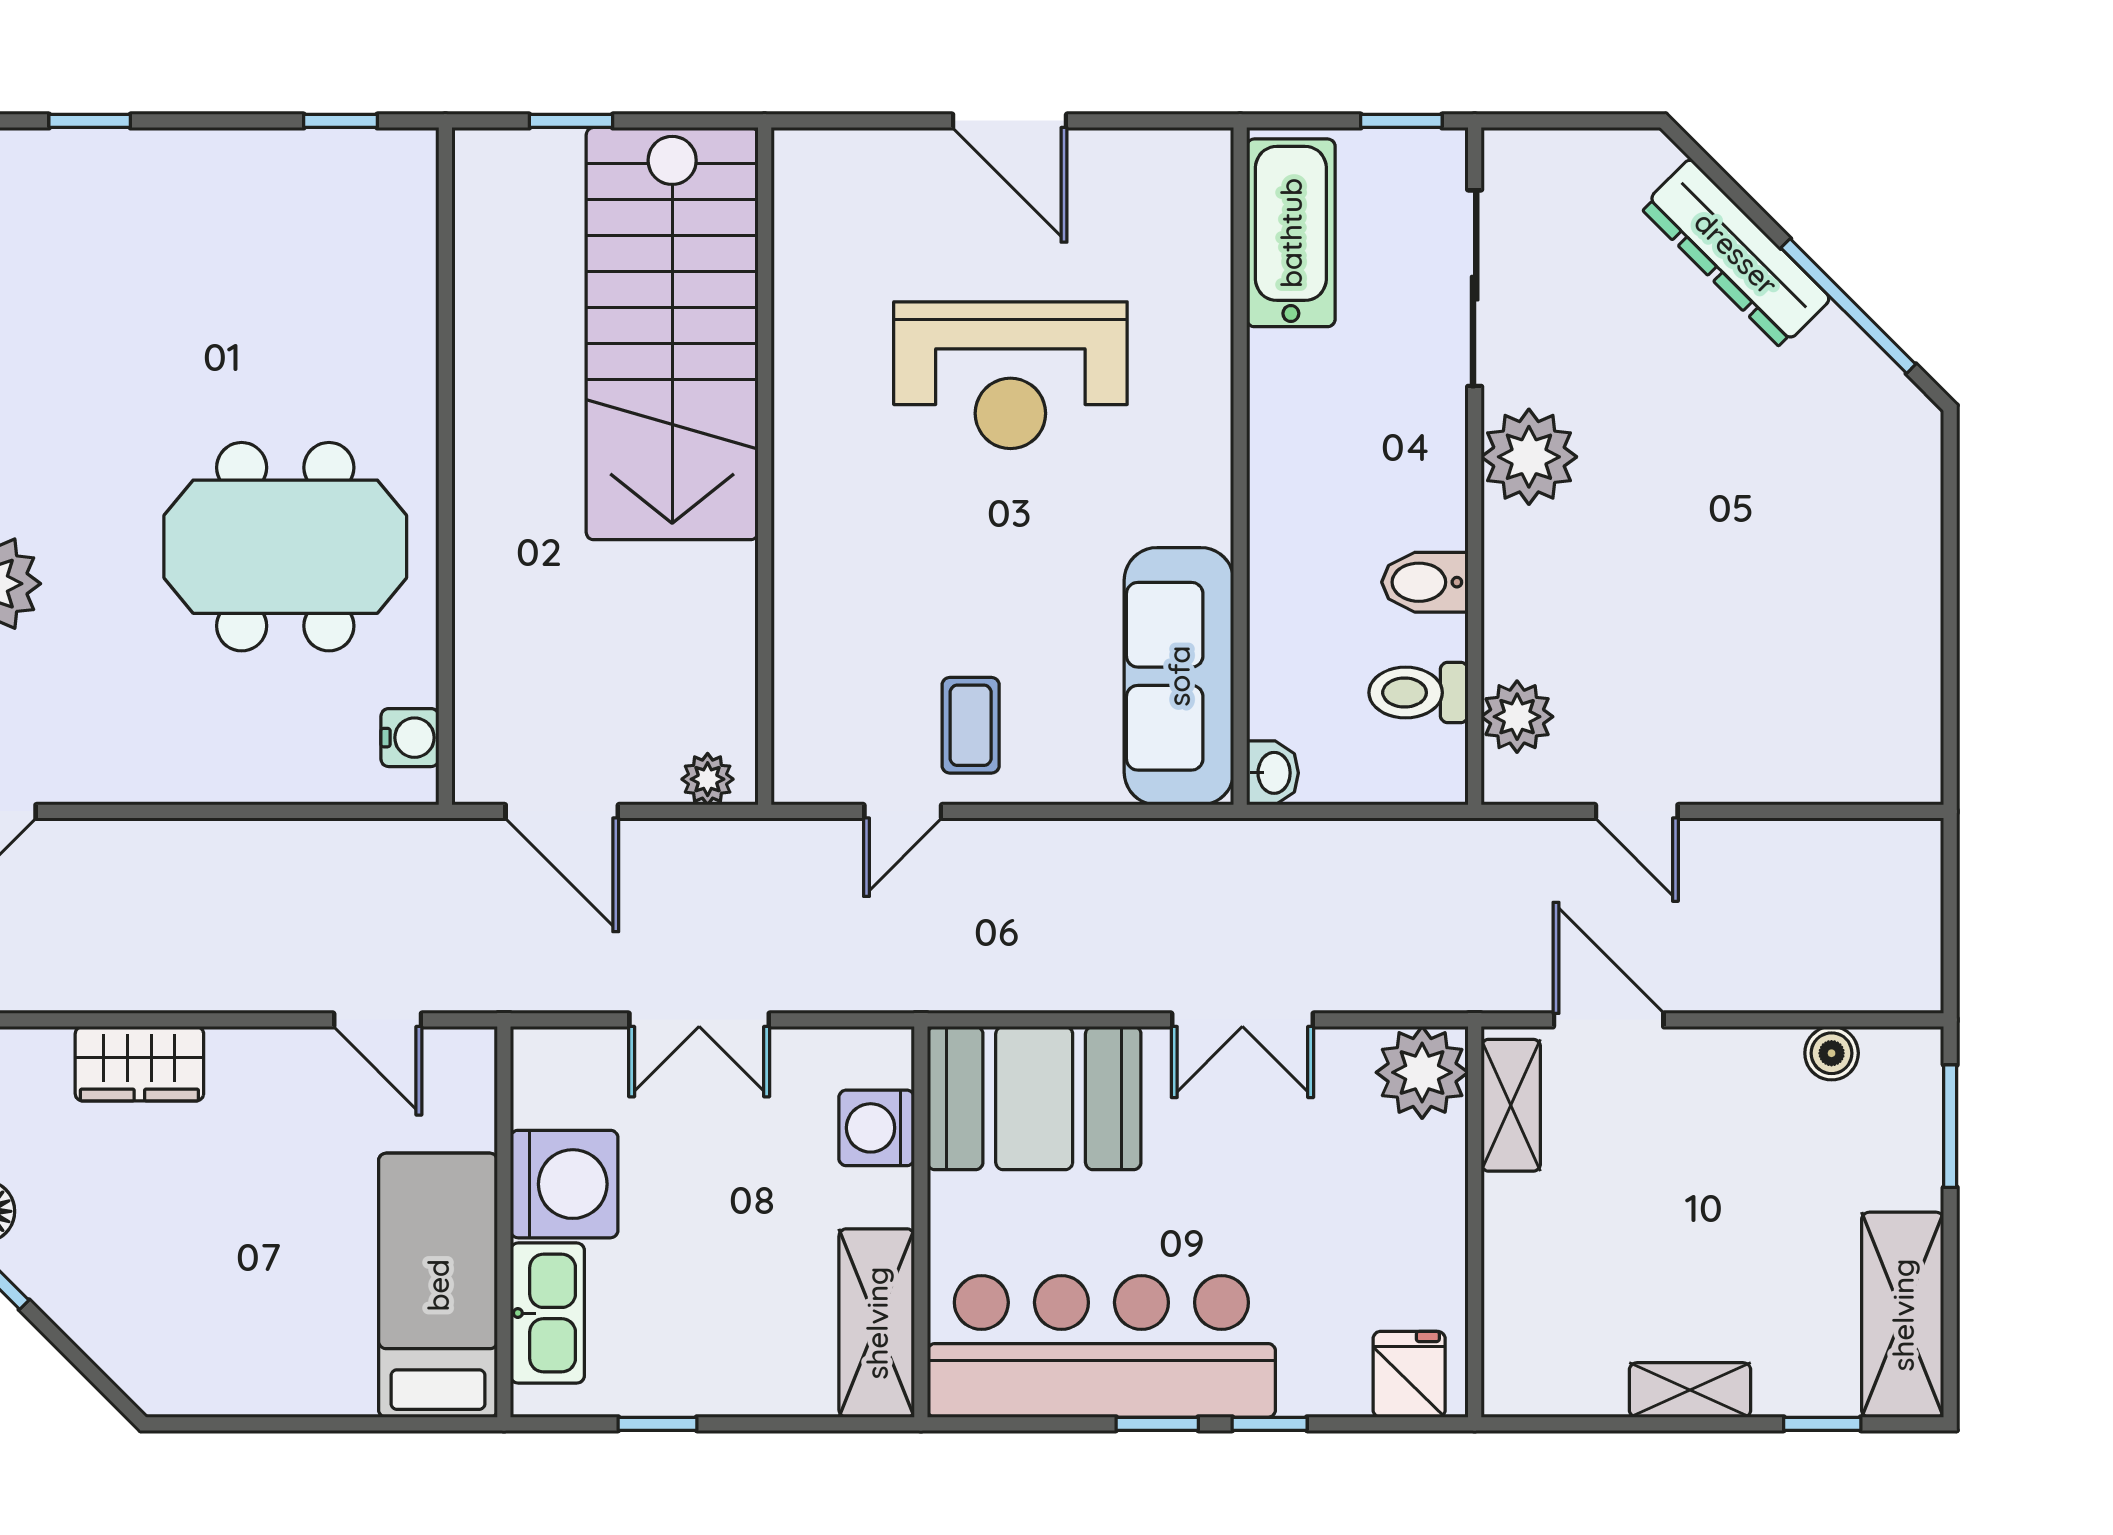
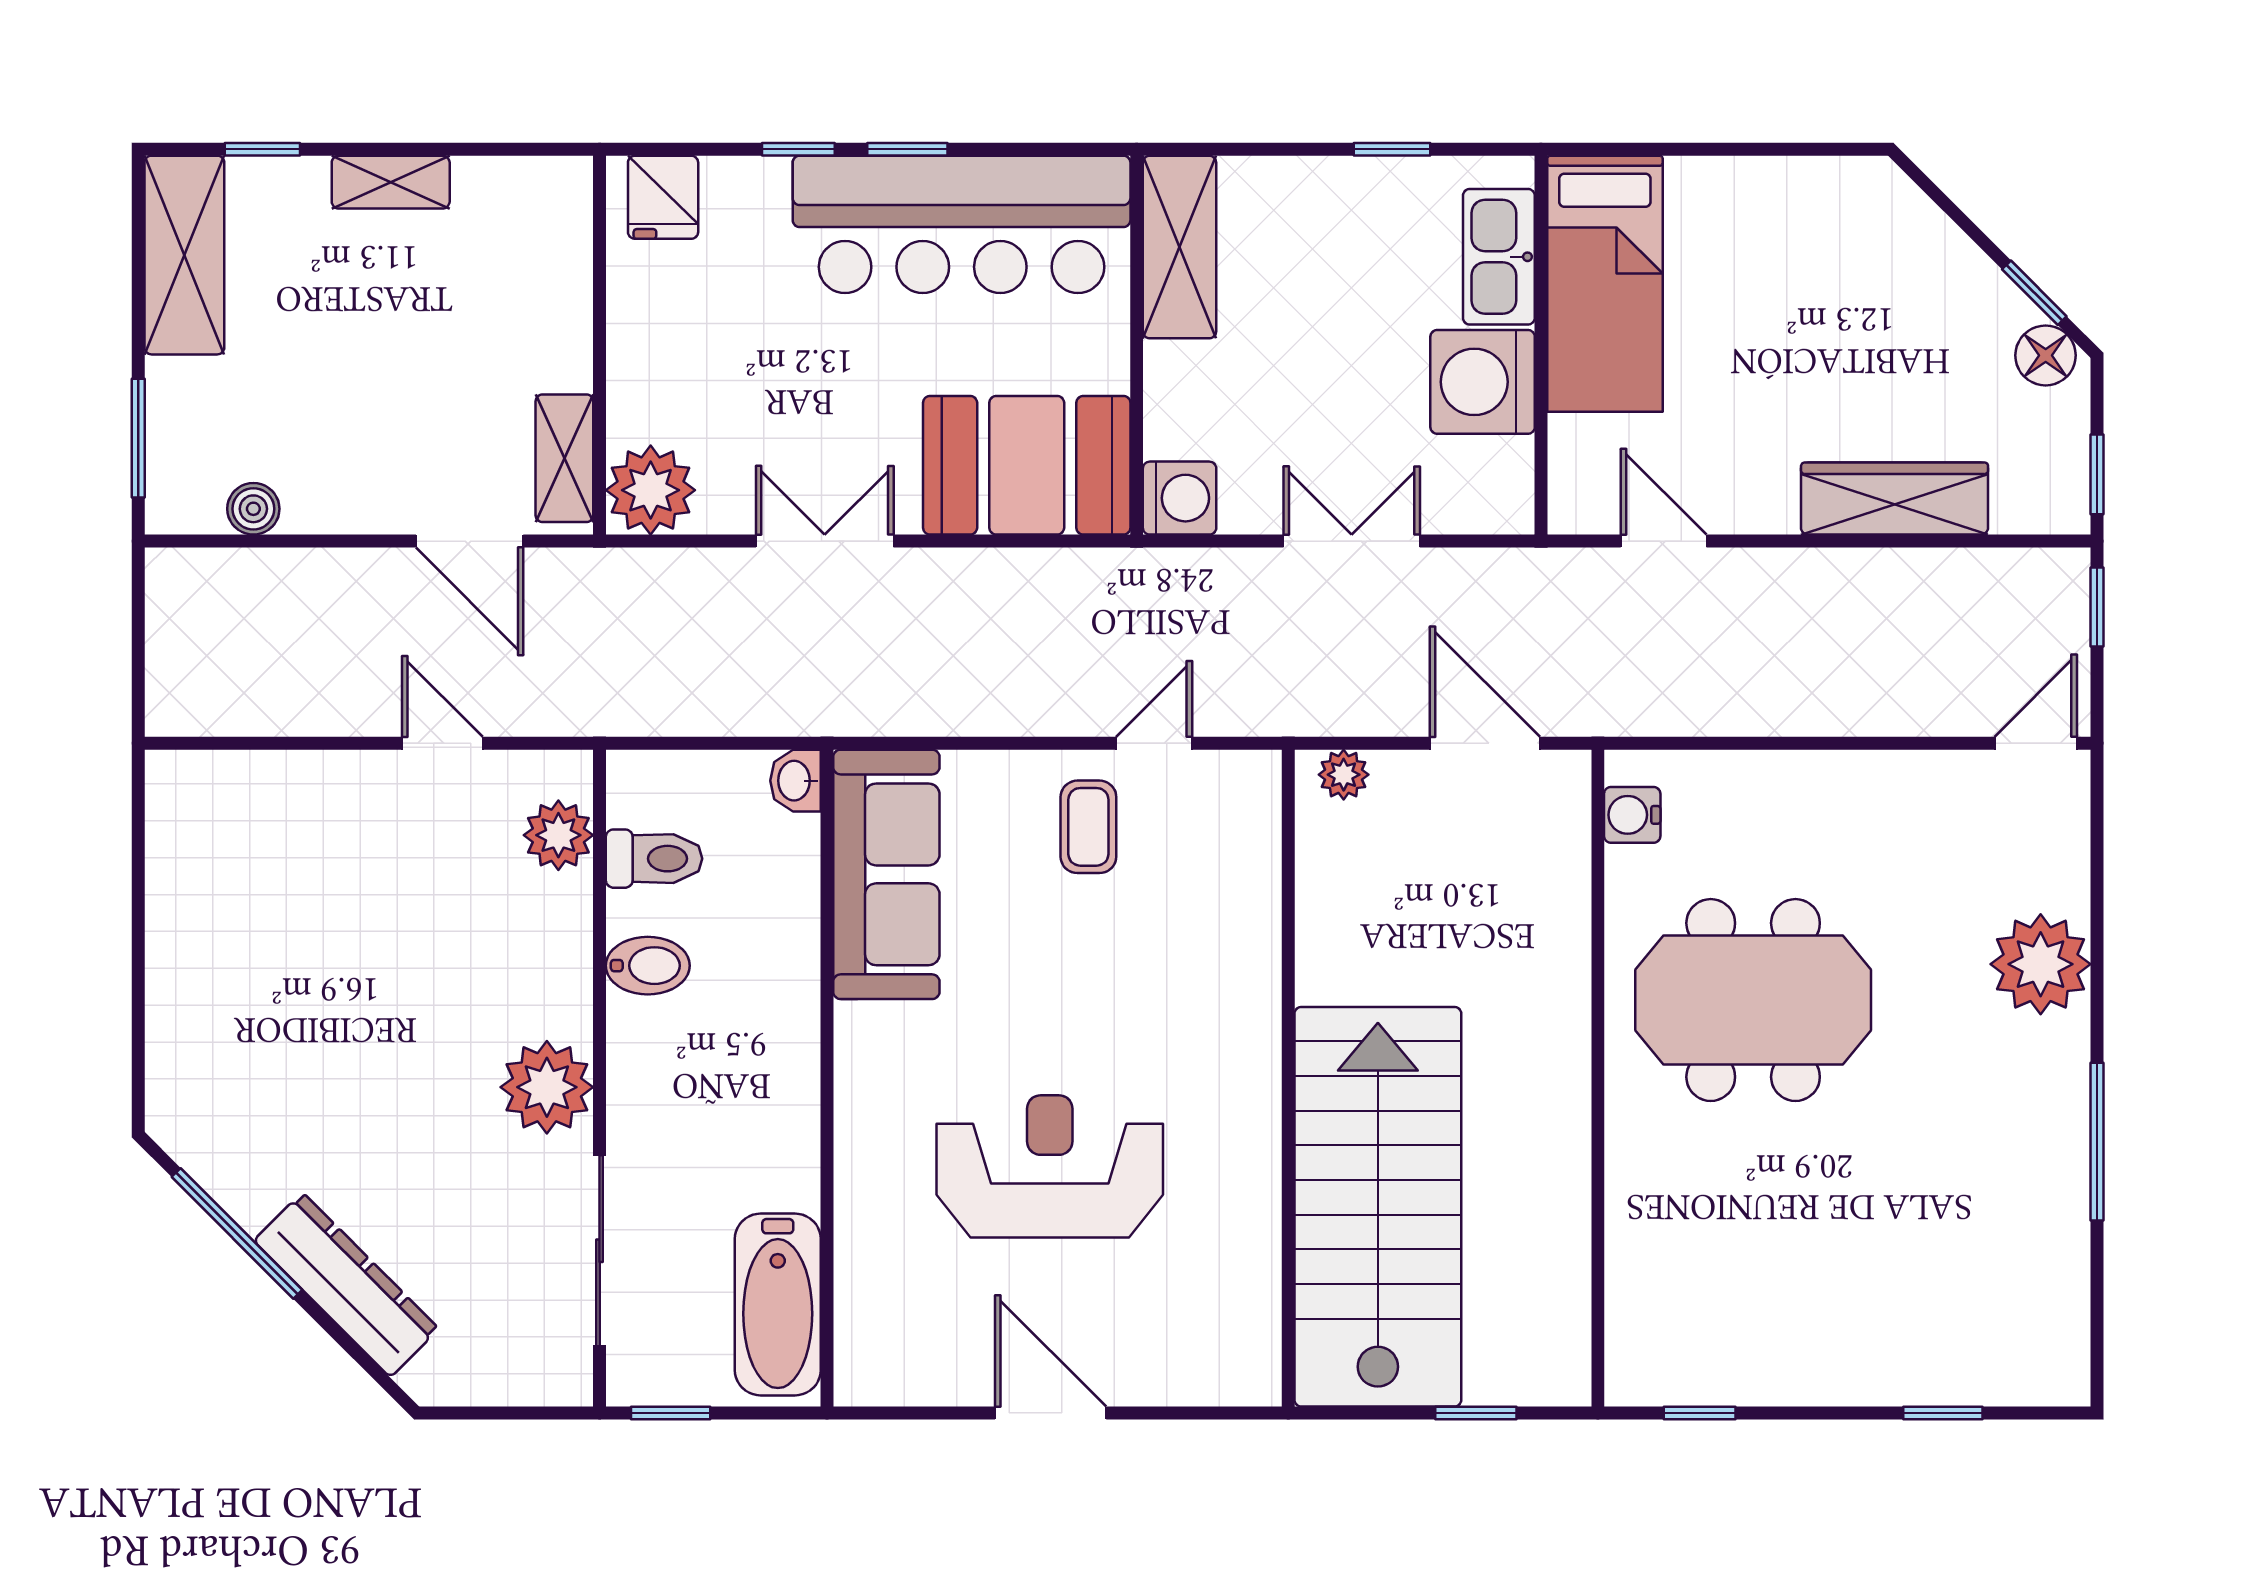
wardrobe: (139, 1064) -> (1895, 499), width x1.50
washing machine: (877, 1128) -> (1180, 498), moved

